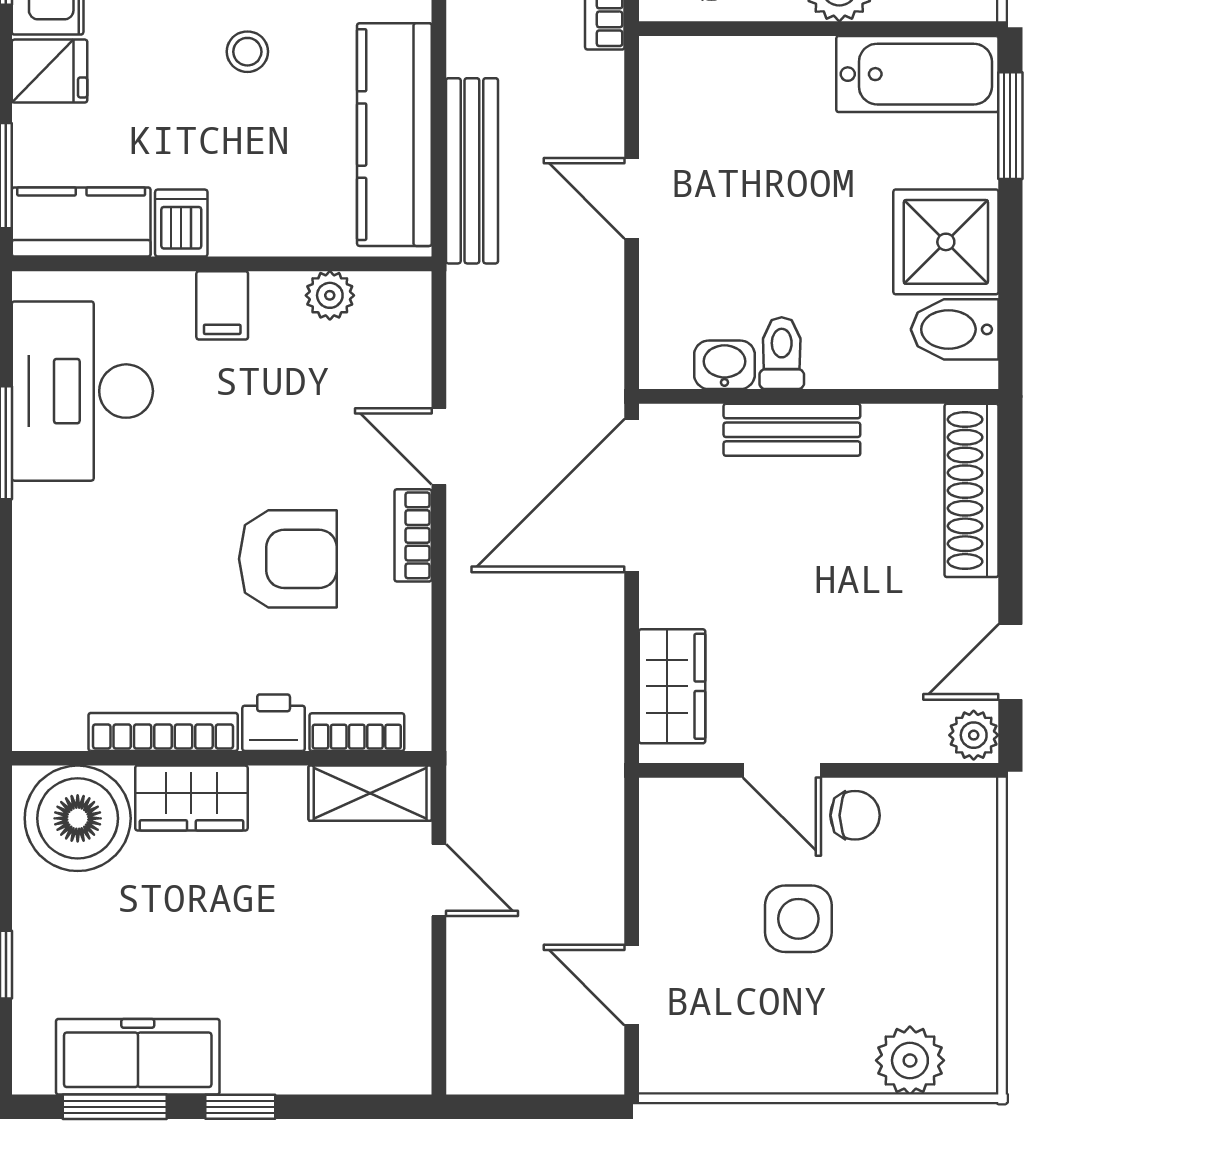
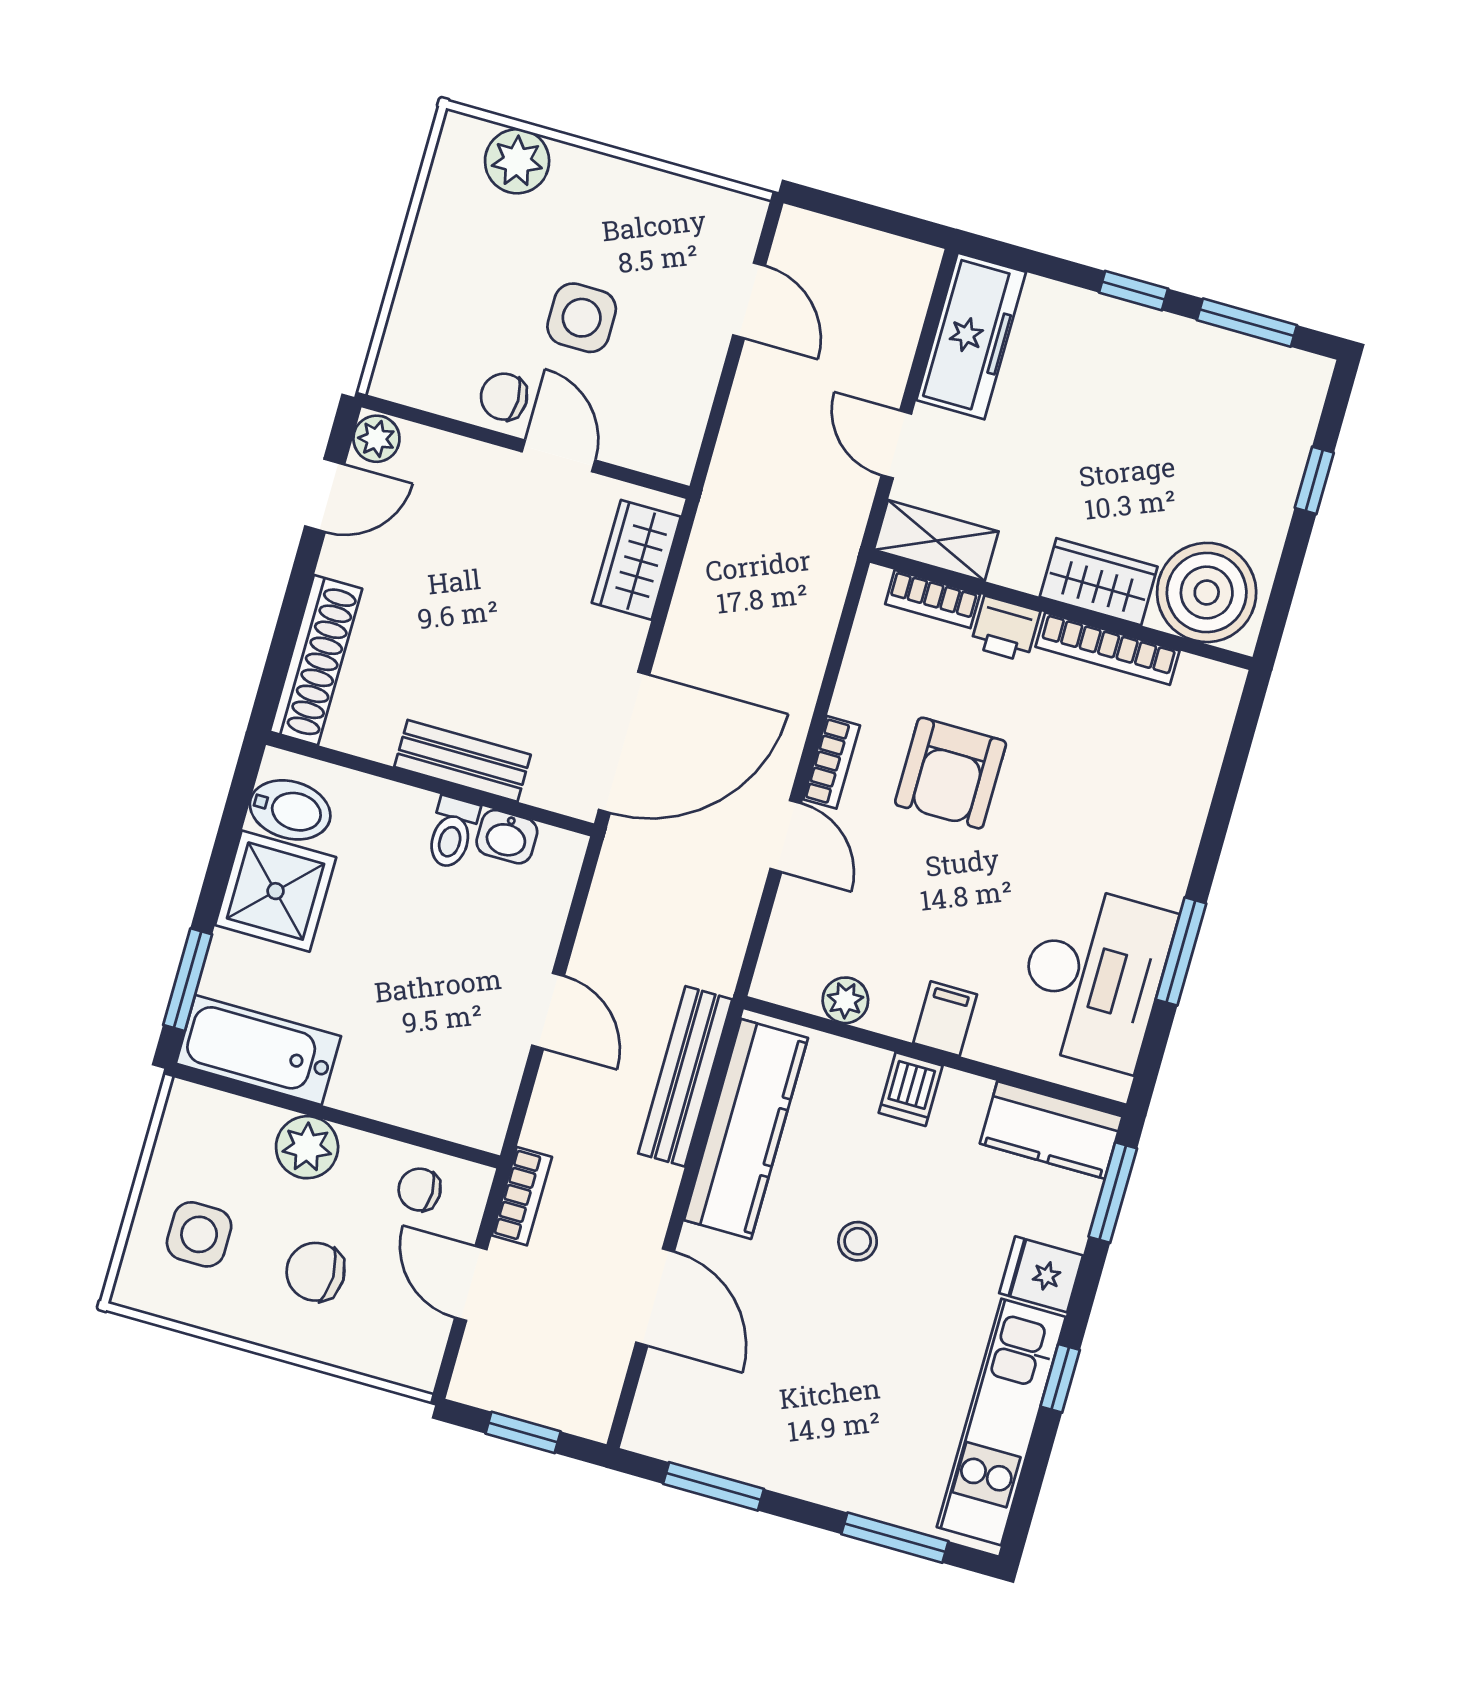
dishwasher: (181, 223) -> (911, 1089), moved
armchair: (288, 559) -> (951, 773), turned -90
freezer: (138, 1057) -> (971, 336), moved, turned -90

